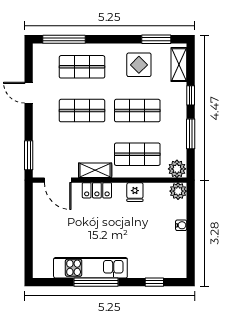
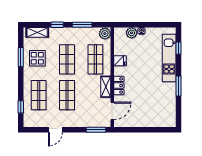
window: (64, 39) -> (21, 107), width x0.46
window: (156, 39) -> (21, 57), moved
plant: (178, 191) -> (132, 33), moved
kitchen unit: (90, 268) -> (169, 58), moved
window: (96, 282) -> (178, 86), width x0.69

